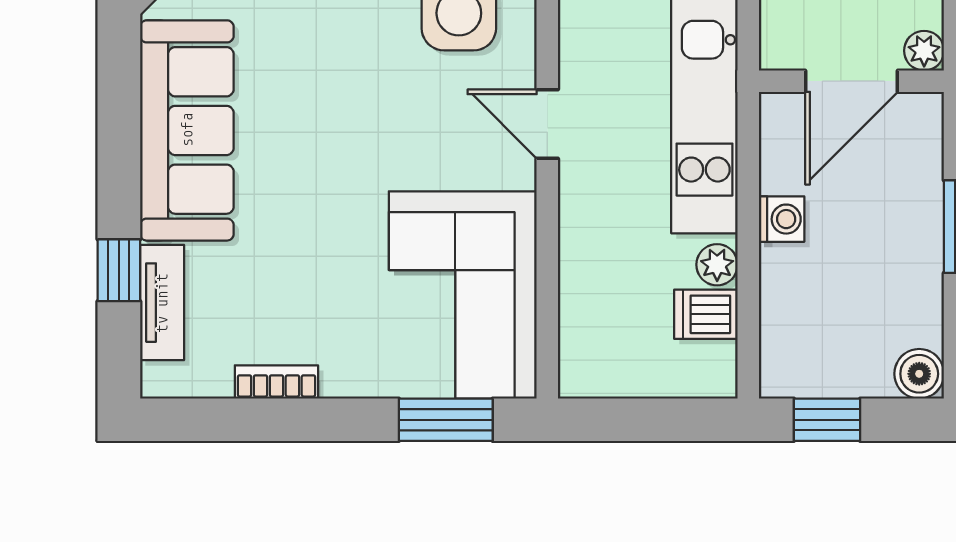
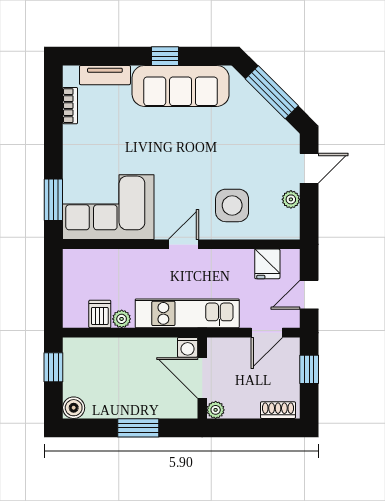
washing machine: (782, 219) -> (188, 347), moved
window: (119, 270) -> (165, 56), moved
bookcase: (276, 382) -> (70, 106), moved

